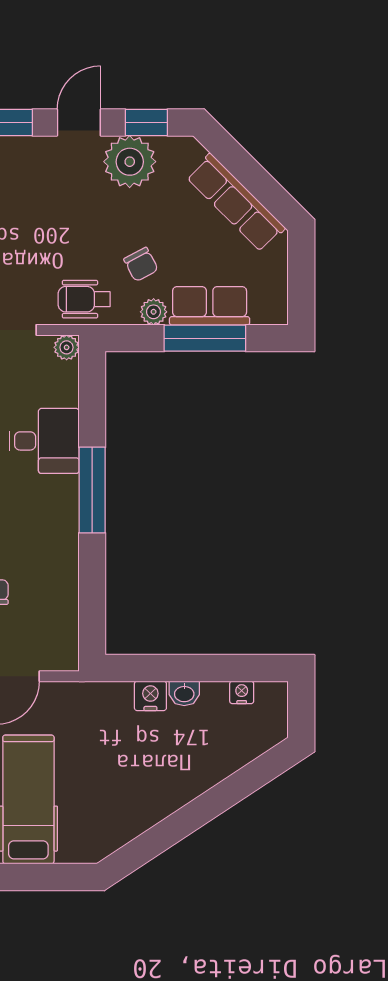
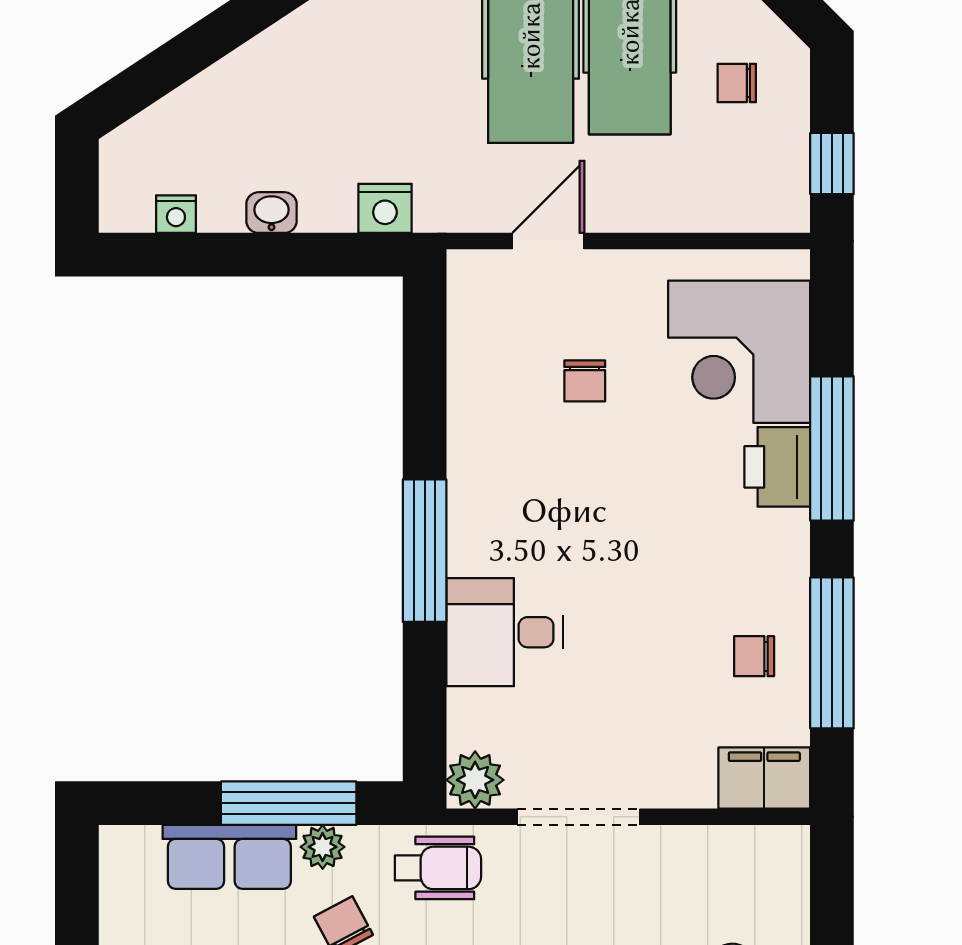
window: (205, 338) -> (289, 803), moved
plant: (67, 347) -> (475, 780), width x1.38, depth x1.38
nightstand: (150, 696) -> (385, 208), moved

